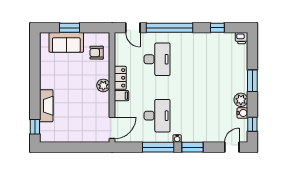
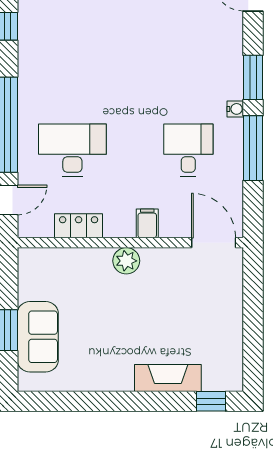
armchair: (97, 53) -> (59, 274), removed
locker: (120, 78) -> (79, 226), moved
desk: (157, 116) -> (188, 150), width x0.73

